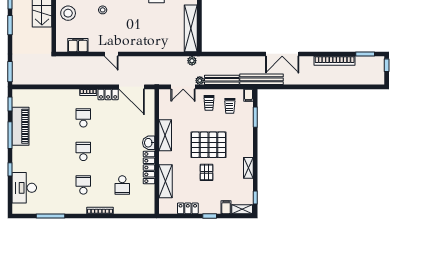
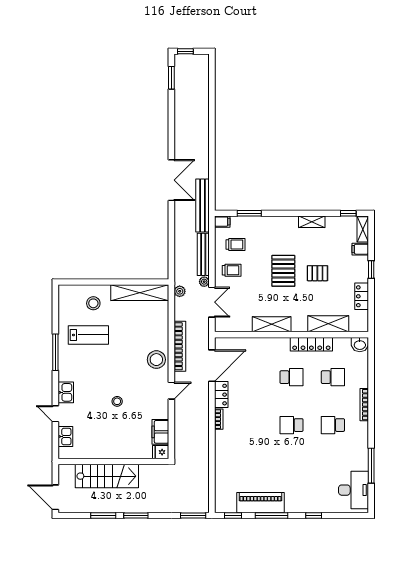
stool: (68, 13) -> (156, 360), moved
fridge: (61, 45) -> (161, 452), added
bookcase: (335, 61) -> (180, 346), moved
school desk: (83, 118) -> (292, 377), moved, turned 180
washbasin: (149, 143) -> (360, 345), moved
pallet: (208, 145) -> (283, 271), width x0.73, depth x0.71
desk: (24, 188) -> (354, 490), moved, turned -90

